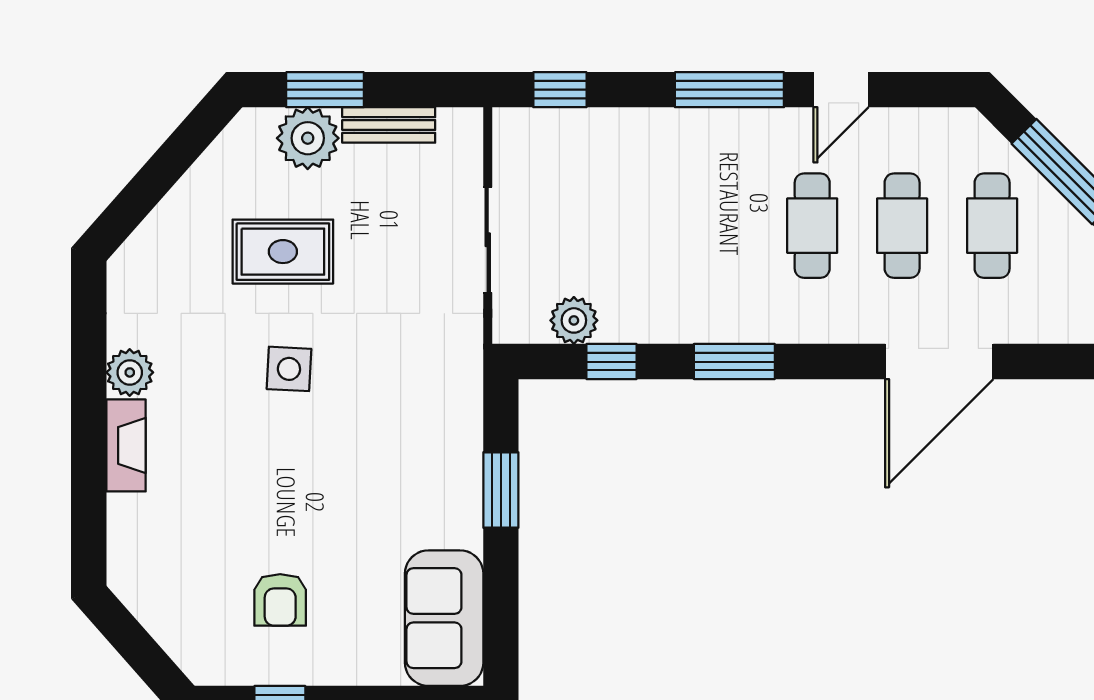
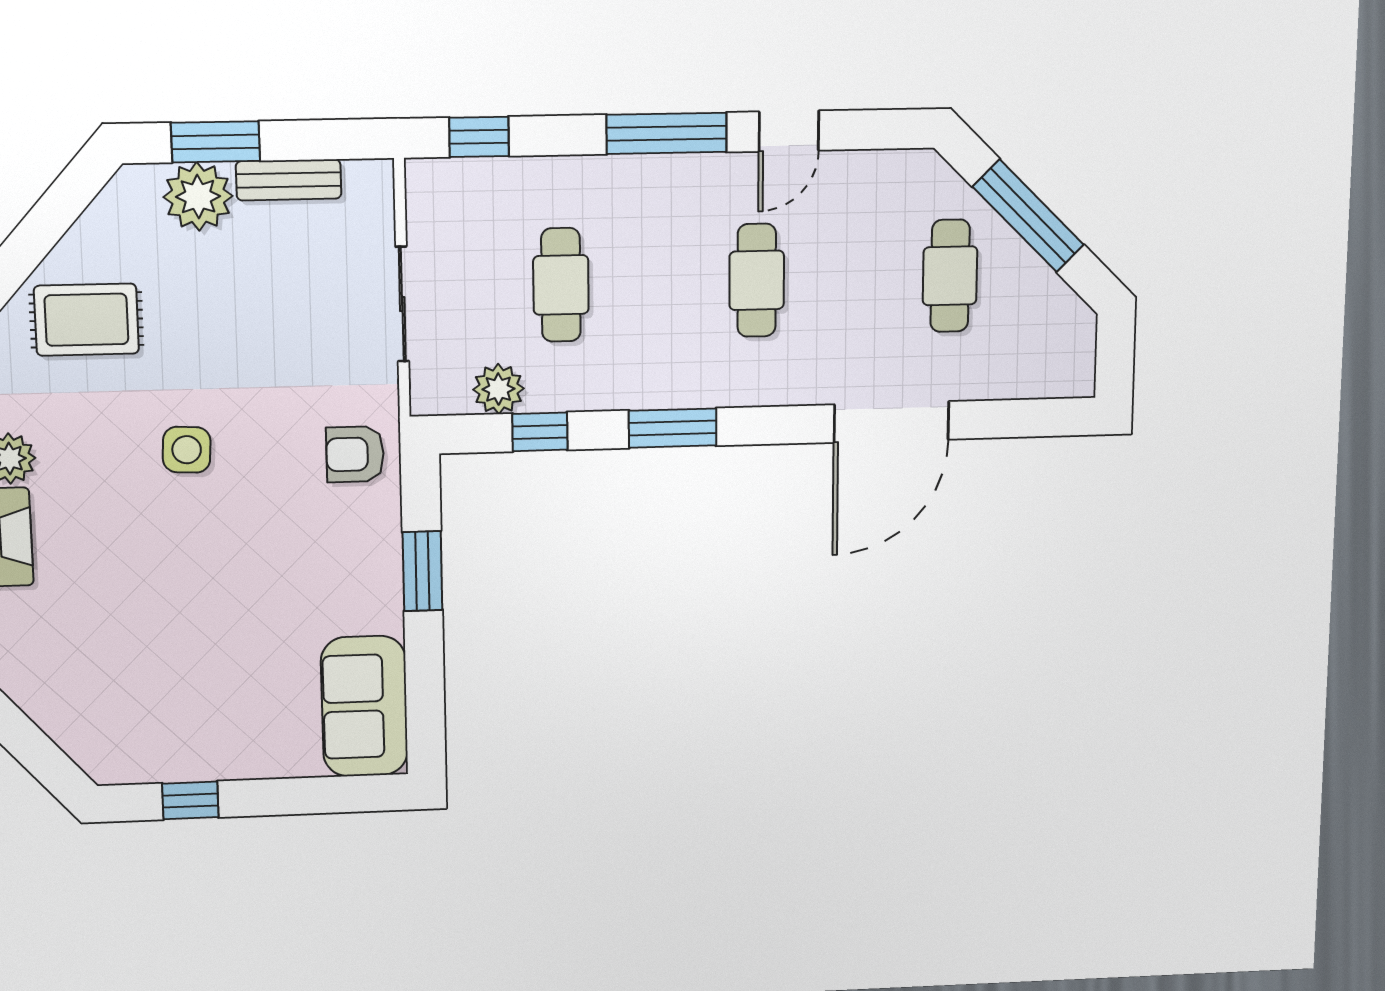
cafe table: (902, 226) -> (561, 285), moved
rug: (283, 252) -> (86, 320), moved
armchair: (280, 600) -> (355, 454), moved, turned 90

